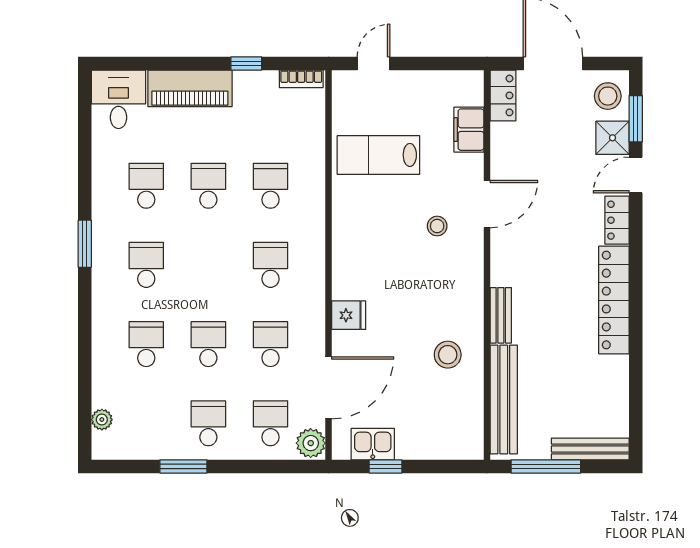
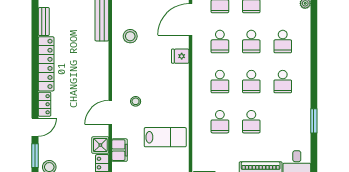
shower: (613, 138) -> (100, 145), moved
school desk: (146, 186) -> (251, 82), moved
window: (85, 244) -> (314, 121), moved
bench: (501, 315) -> (44, 22), moved

